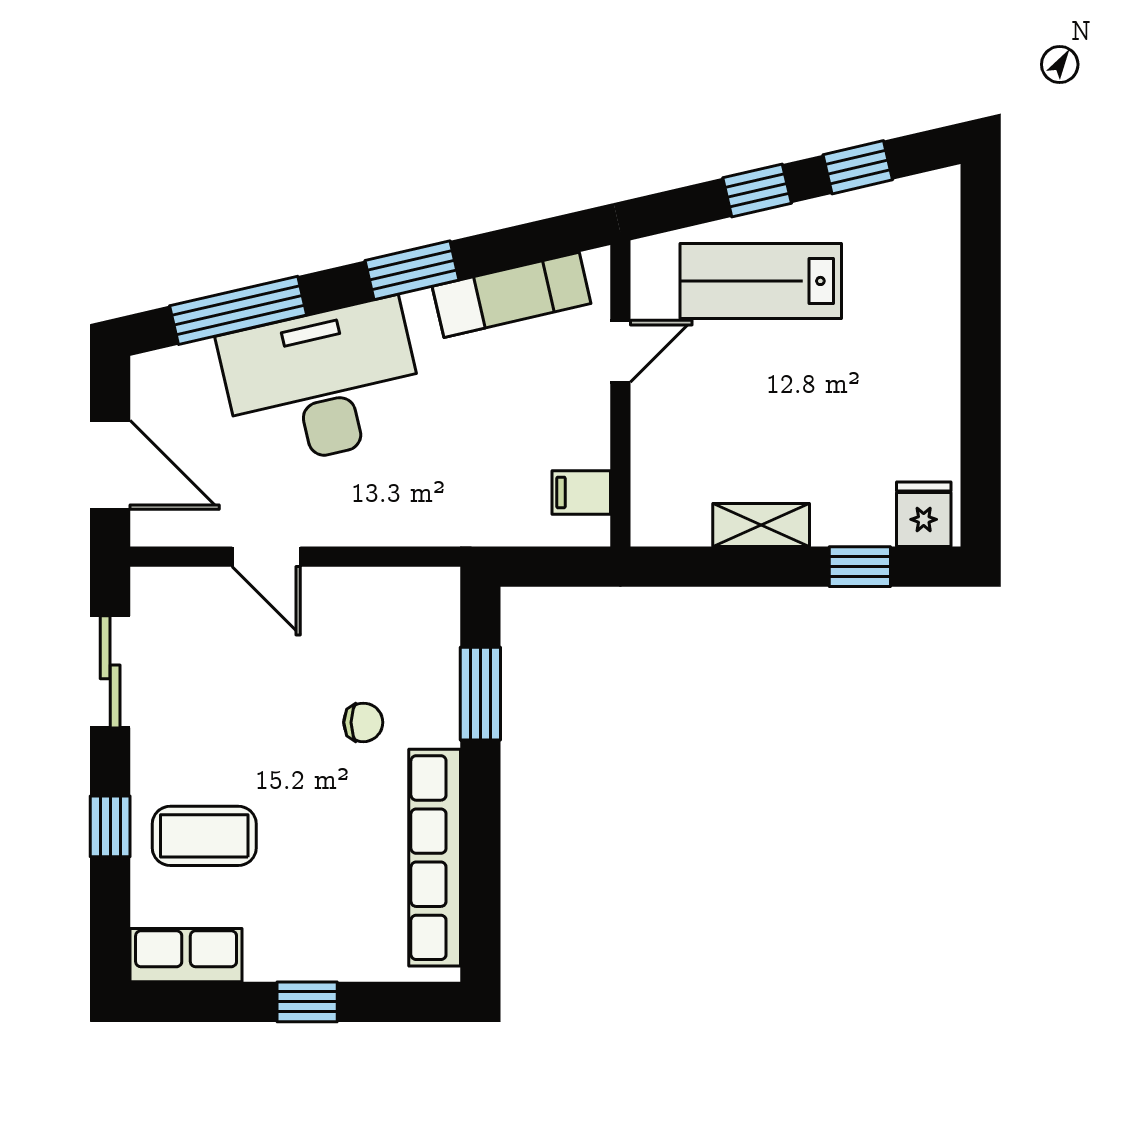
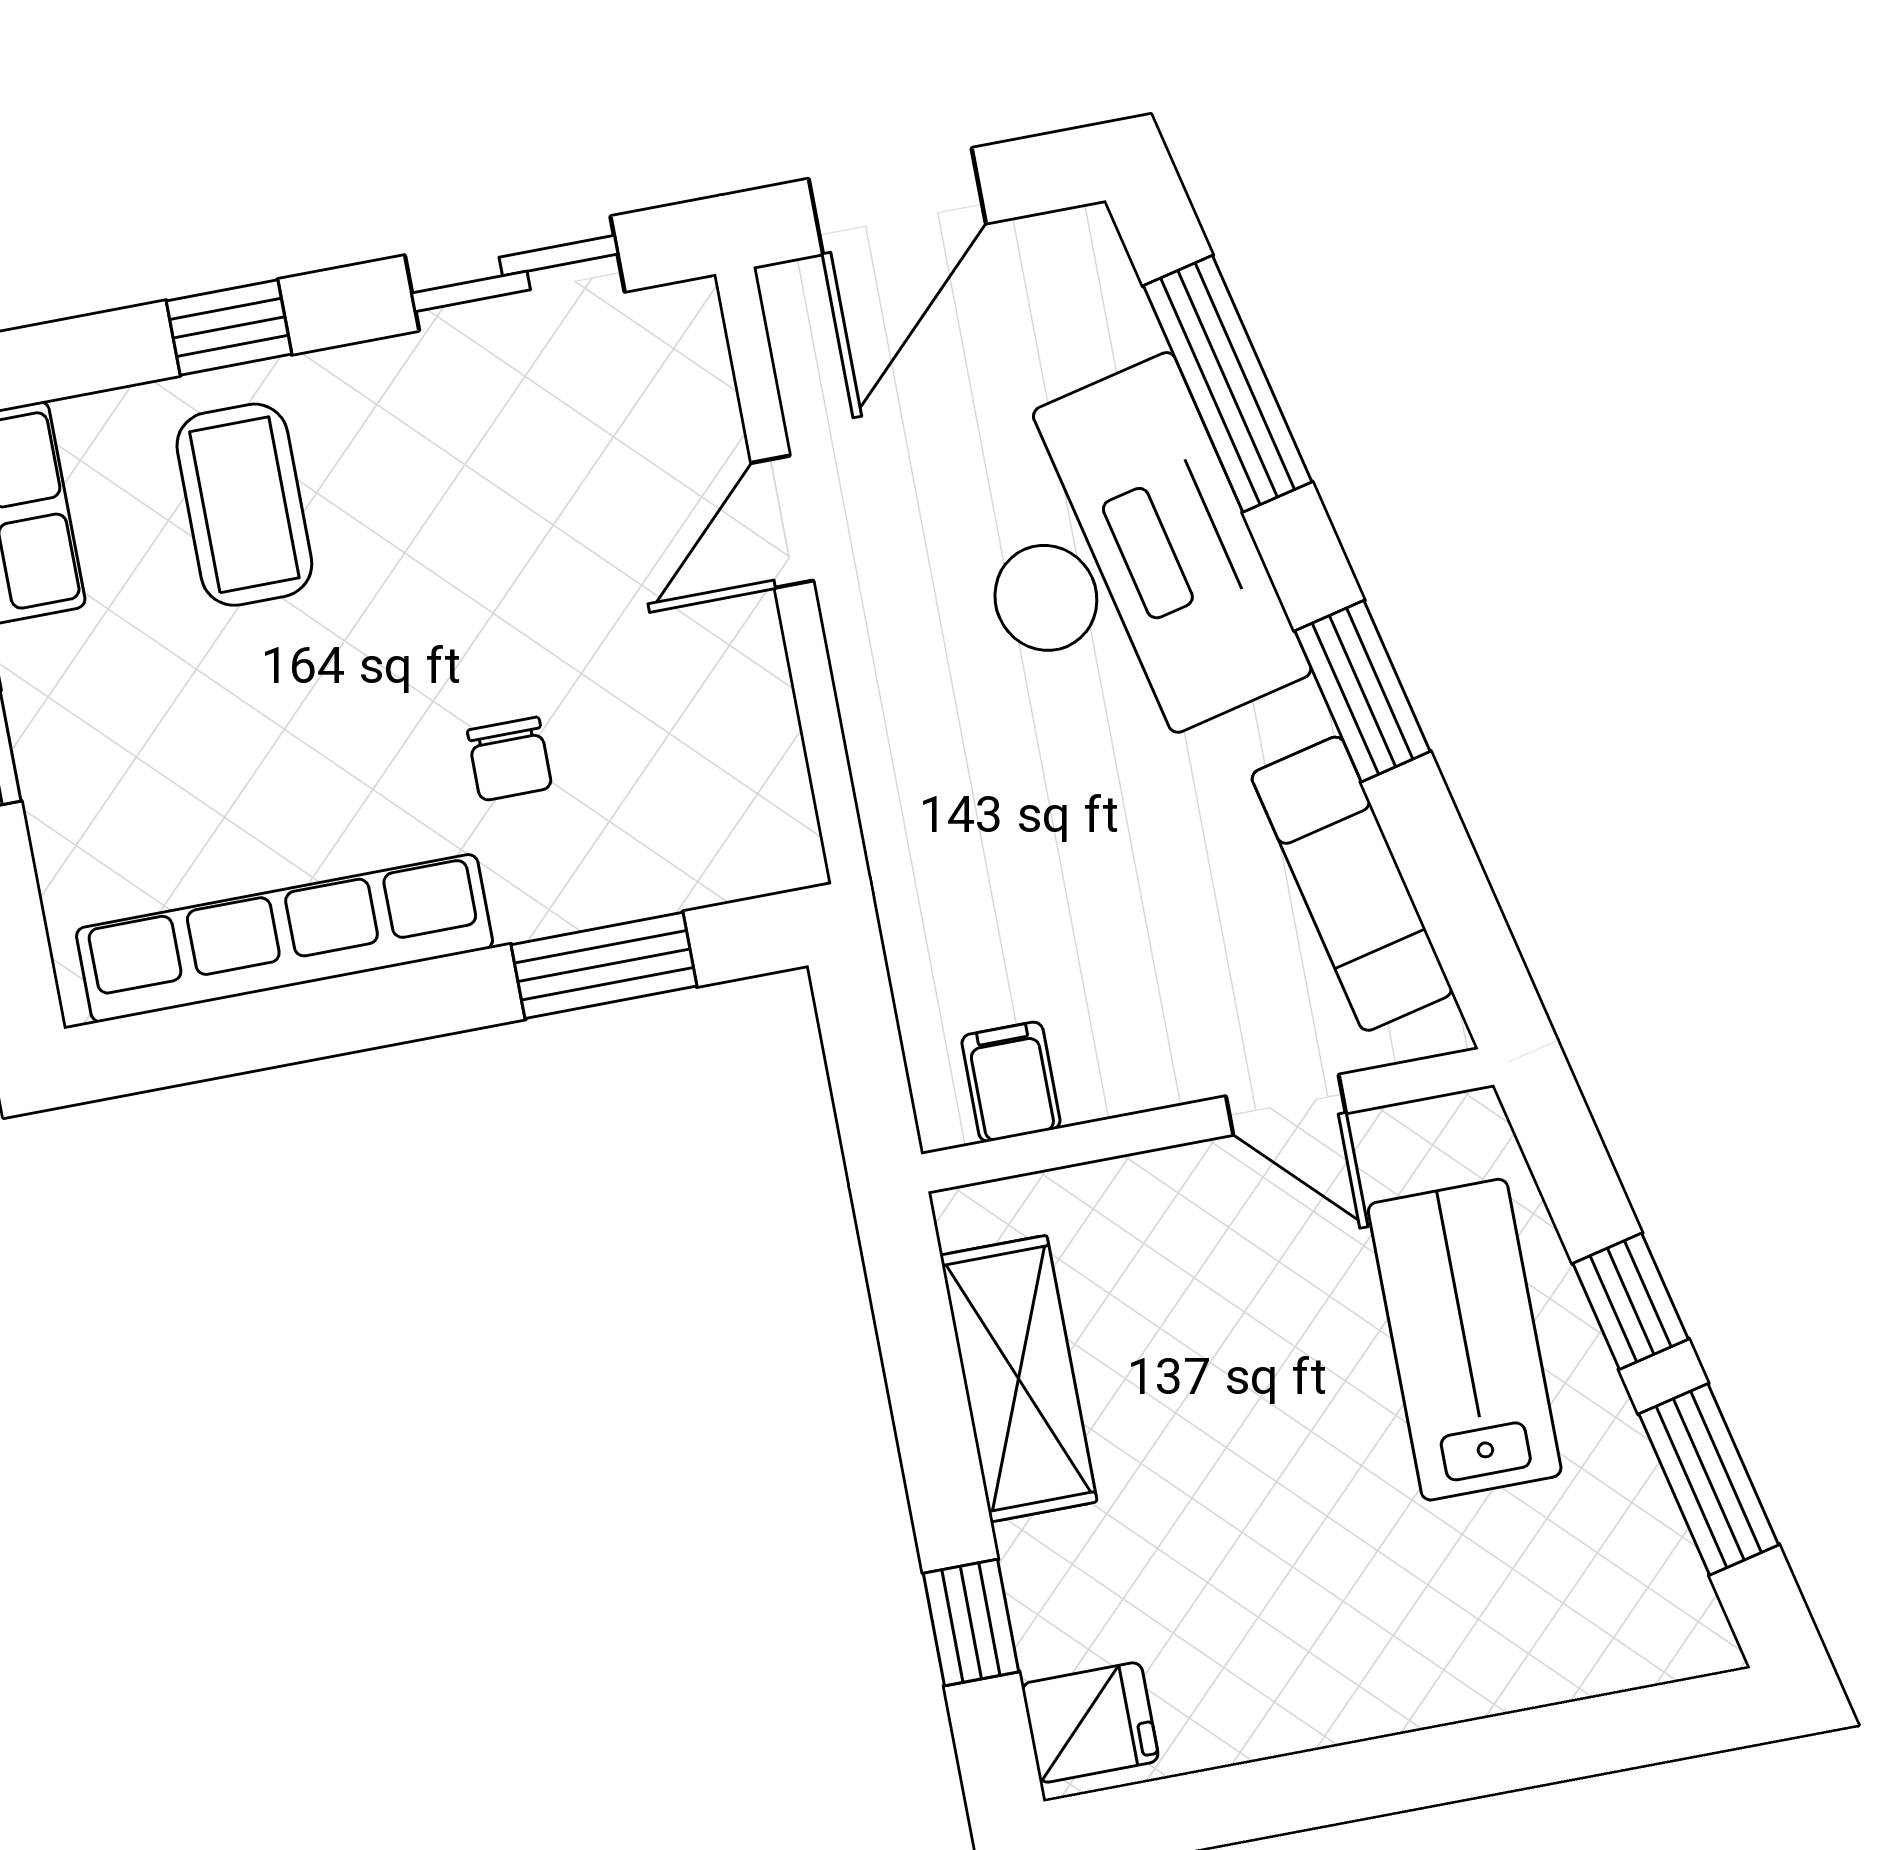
window: (858, 167) -> (1709, 1479), width x1.50
shelving: (761, 525) -> (1019, 1379), width x1.50, depth x1.33

